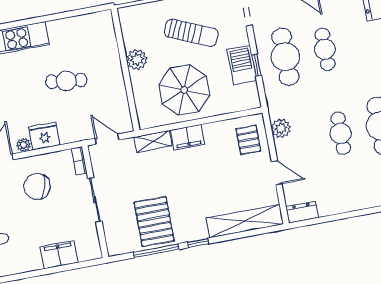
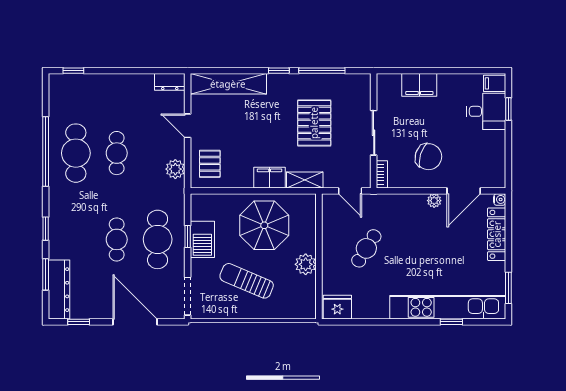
cafe table: (66, 81) -> (366, 248), moved, turned -65
fridge: (44, 136) -> (337, 307), moved, turned 180
pallet: (154, 222) -> (314, 123), moved

